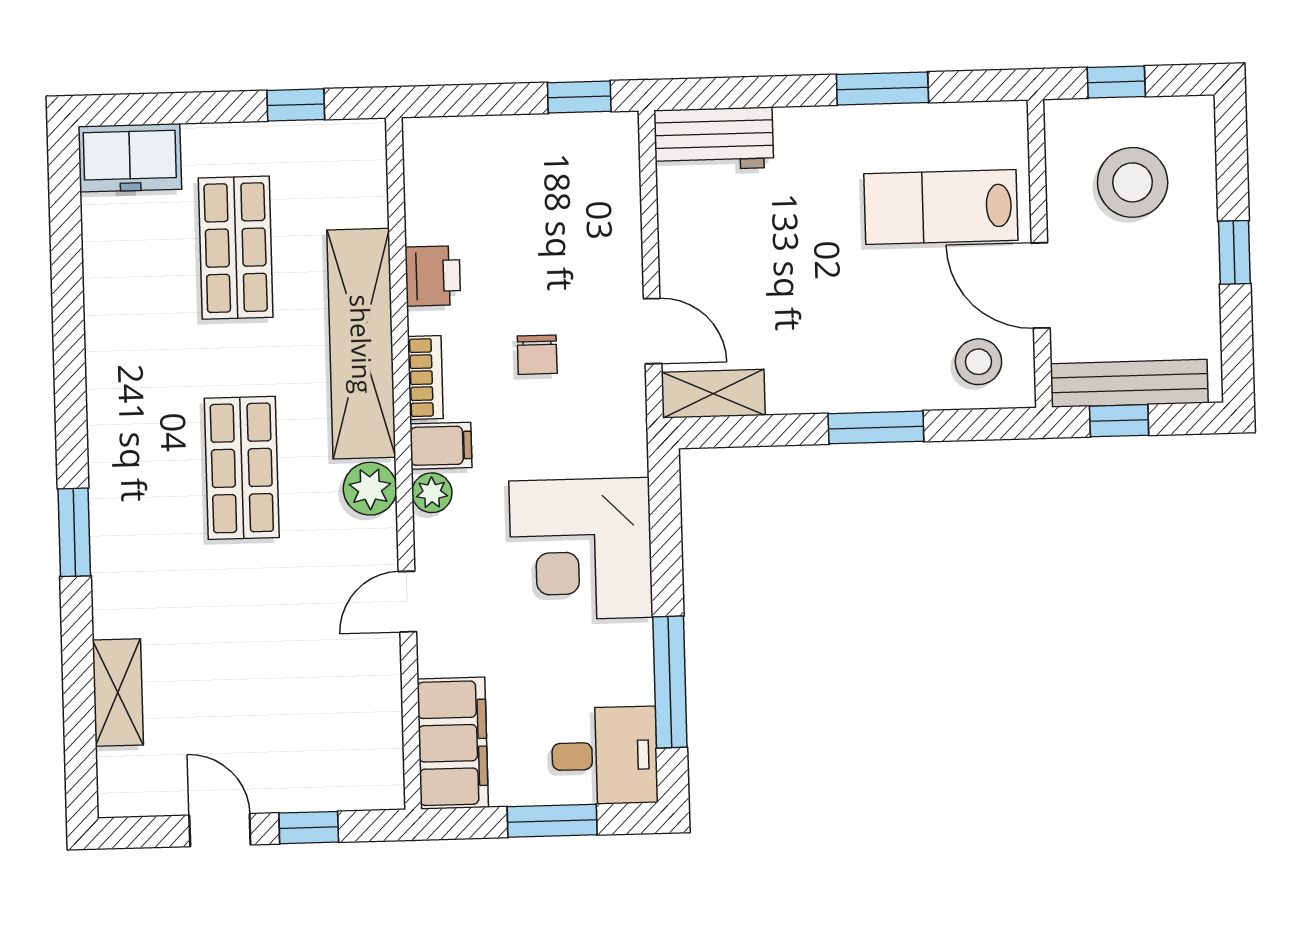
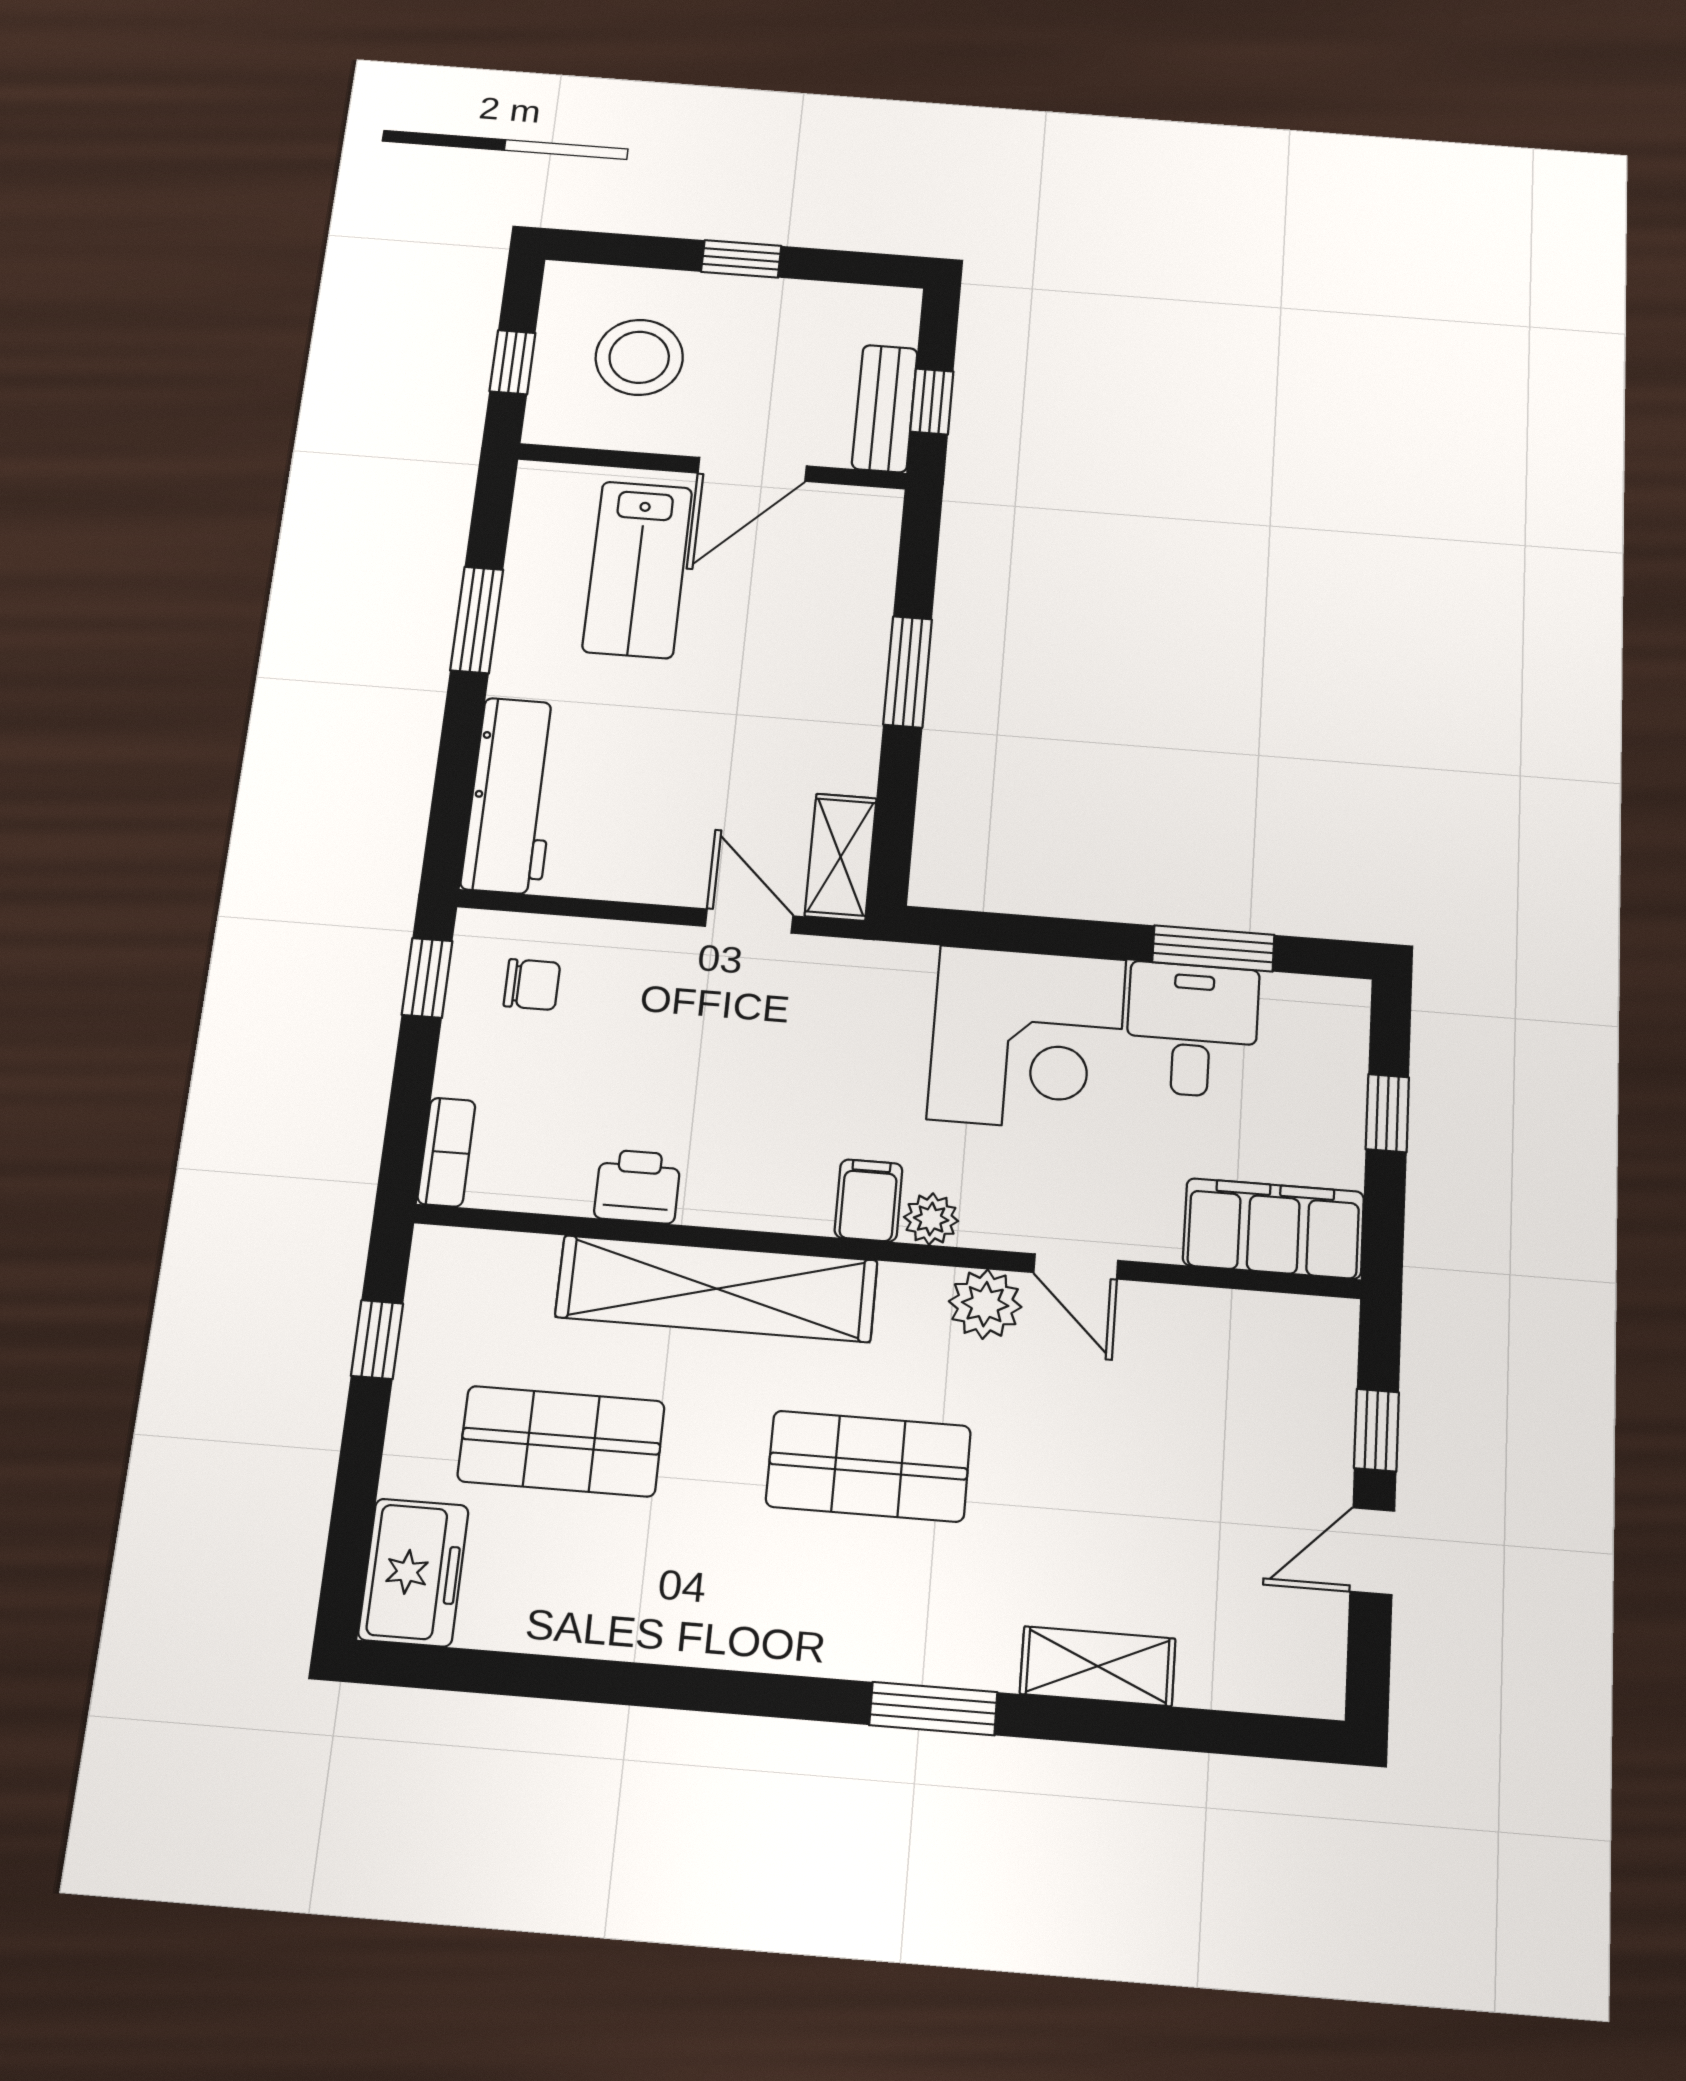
workbench: (714, 139) -> (512, 795), width x1.38
door: (653, 331) -> (749, 921), hinge flipped
chair: (537, 355) -> (532, 984), moved
stool: (978, 362) -> (839, 548), removed
bookcase: (425, 378) -> (446, 1152), moved, turned 90
bench: (1129, 383) -> (885, 408), width x0.73
plant: (370, 489) -> (985, 1304), moved
window: (670, 682) -> (1213, 948), width x0.69
shelving: (118, 692) -> (1098, 1666), moved
desk: (605, 756) -> (1192, 1030), moved
window: (552, 821) -> (1387, 1113), width x0.67

